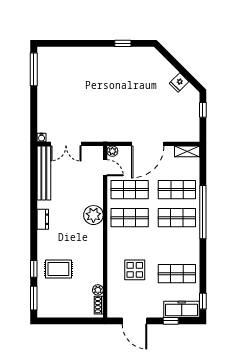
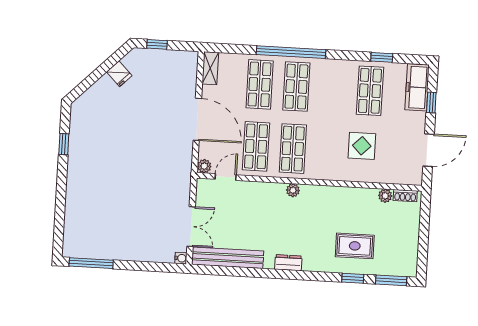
plant: (93, 215) -> (293, 190), width x0.53, depth x0.53
rug: (58, 269) -> (355, 246), turned 90
window: (203, 301) -> (382, 57), moved

